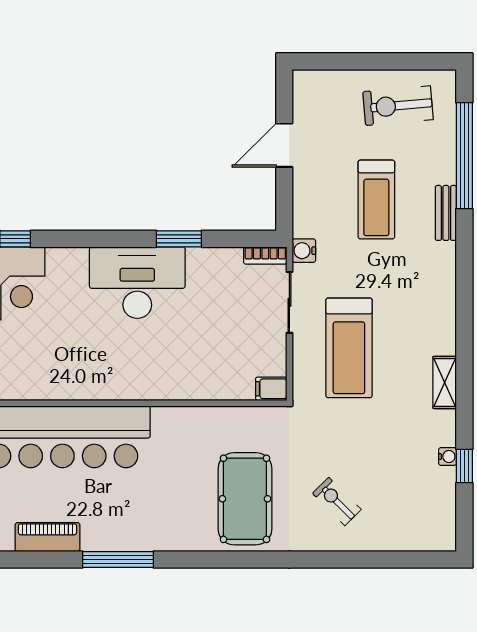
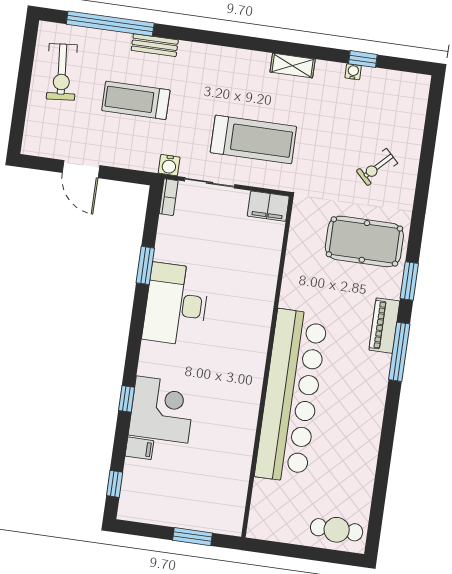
treadmill: (376, 200) -> (136, 100), turned 180
filing cabinet: (271, 389) -> (268, 206), width x2.00
piano: (47, 537) -> (384, 326), moved
window: (205, 559) -> (409, 281), added

